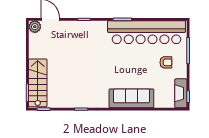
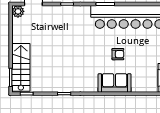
armchair: (166, 62) -> (118, 54), moved
sofa: (131, 98) -> (115, 83), width x0.73

